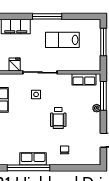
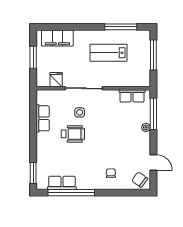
window: (47, 16) -> (121, 27), moved
wheelchair: (58, 118) -> (73, 134), moved, turned -90
chair: (91, 156) -> (140, 180), added
row of seats: (33, 159) -> (62, 183), moved

